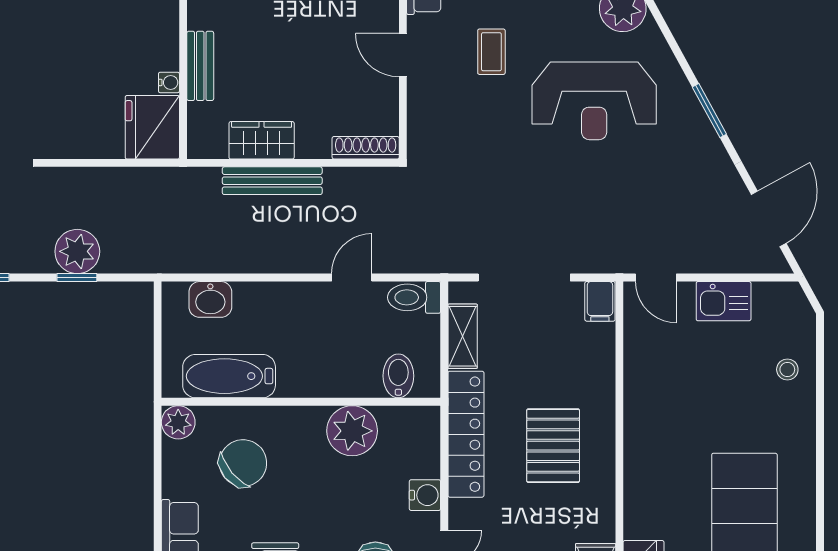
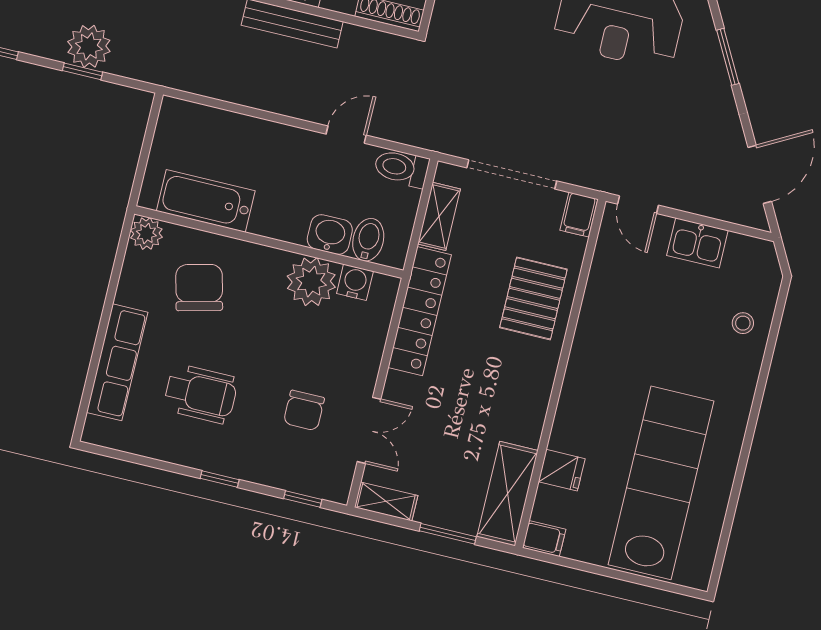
washbasin: (210, 299) -> (330, 234), moved, turned 180
pallet: (553, 446) -> (533, 298), moved
chair: (243, 463) -> (199, 288), turned -64
water cooler: (425, 495) -> (355, 282), moved, turned -90

